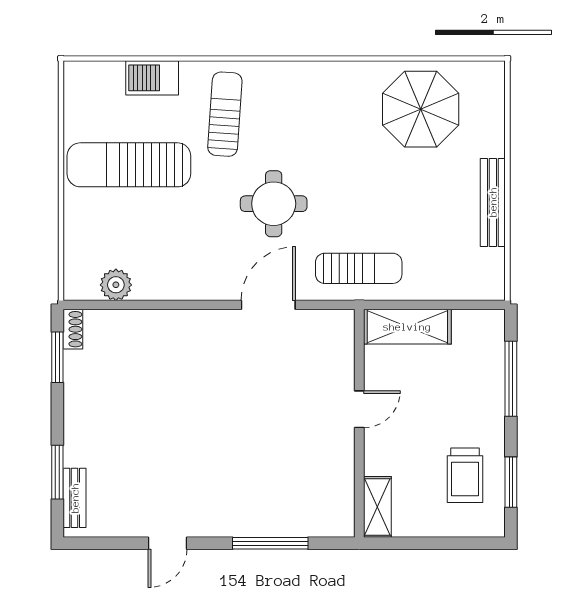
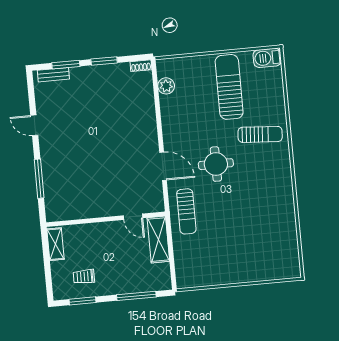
barbecue: (152, 78) -> (267, 58), moved, turned -90
parasol: (421, 109) -> (272, 236), removed
bench: (493, 202) -> (227, 278), removed
window: (57, 357) -> (104, 61), moved
door: (359, 409) -> (133, 217), moved
trolley: (465, 475) -> (84, 277), width x0.73, depth x0.72
shelving: (377, 507) -> (55, 244), moved, turned 90

